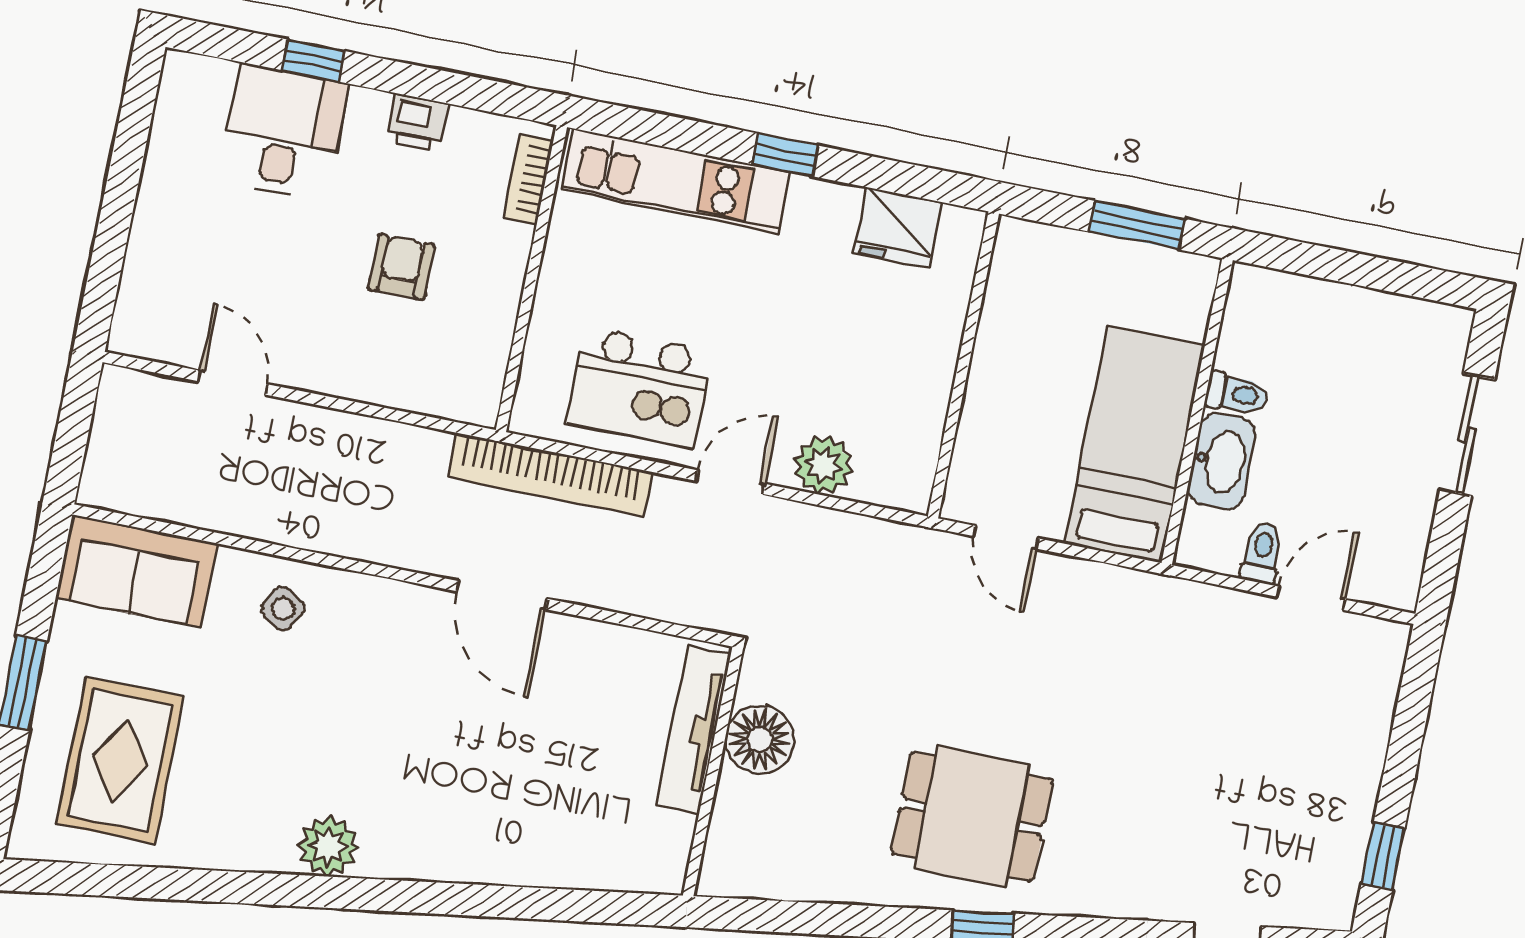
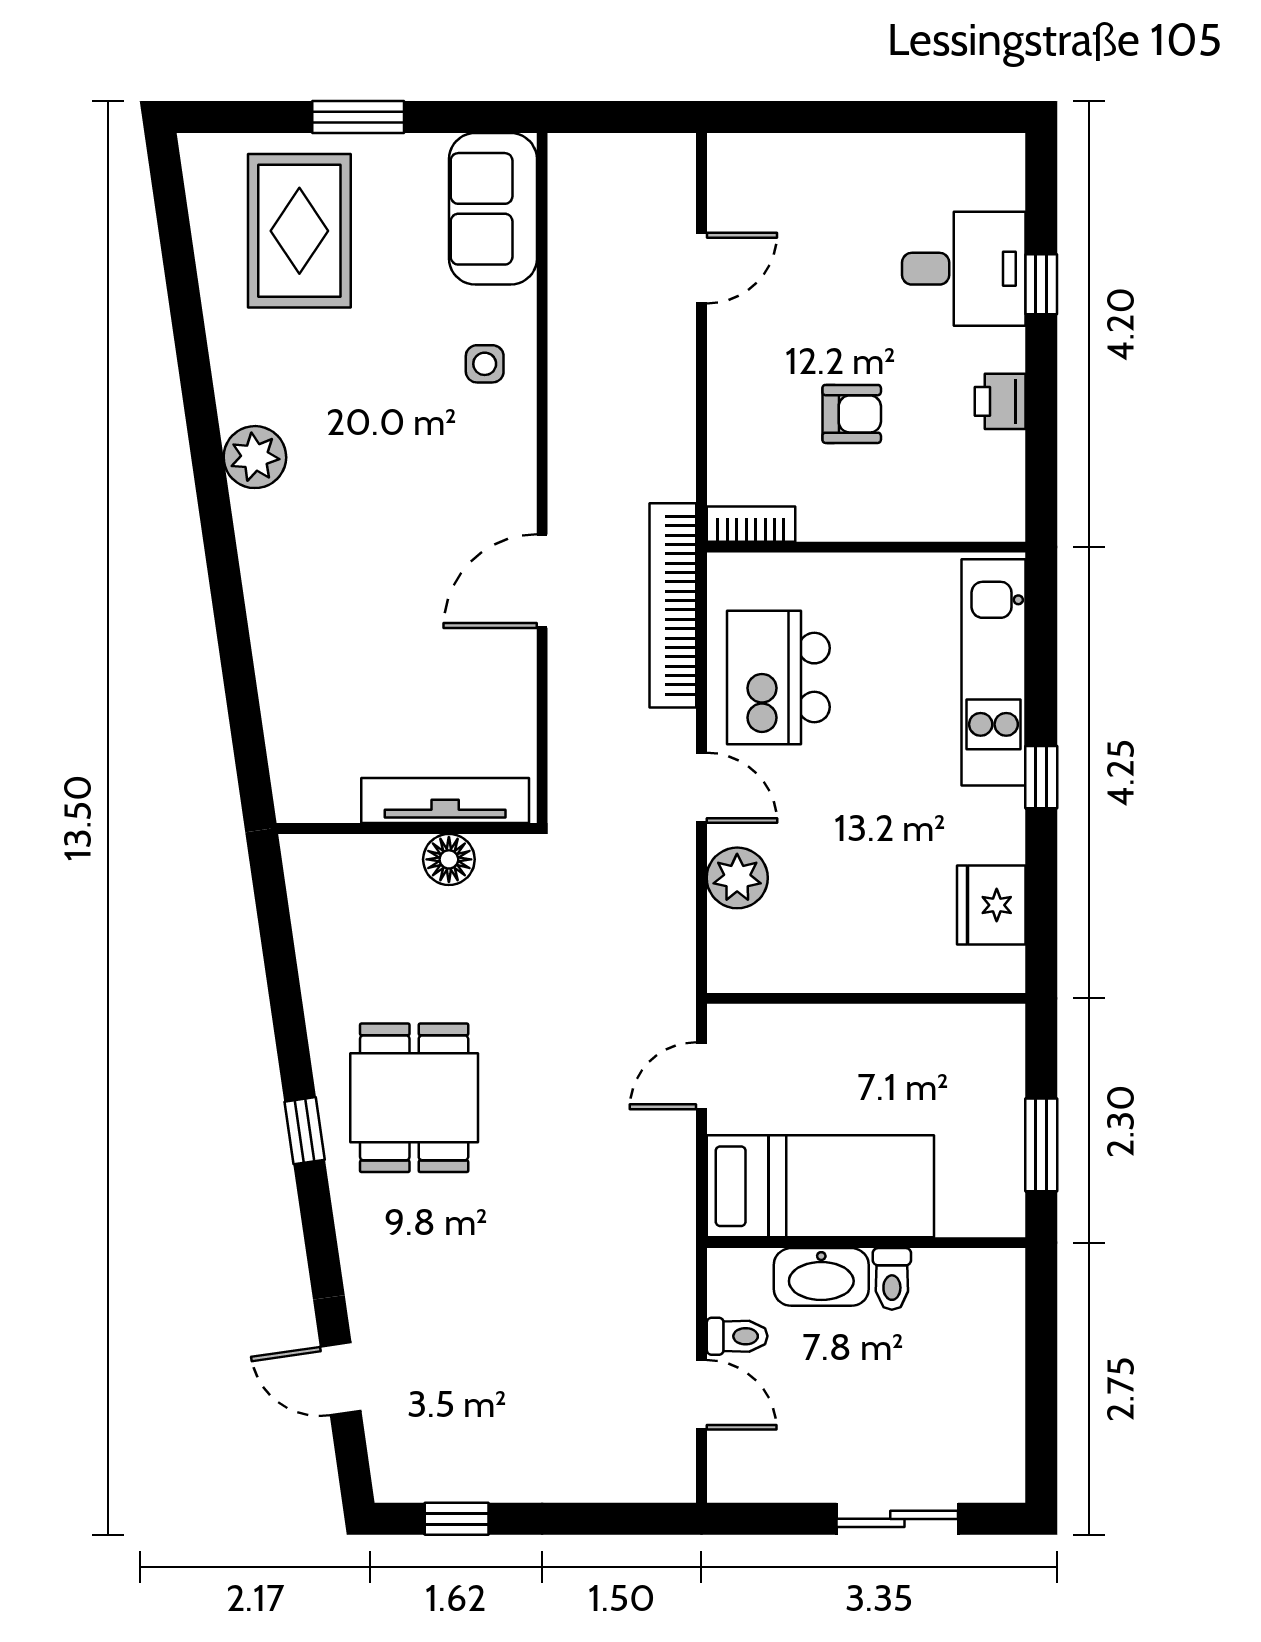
bookcase: (528, 179) -> (751, 524), moved
side table: (283, 609) -> (485, 364), turned -30
floor lamp: (760, 739) -> (449, 859), width x0.73, depth x0.73
rug: (120, 760) -> (299, 231), turned 90

